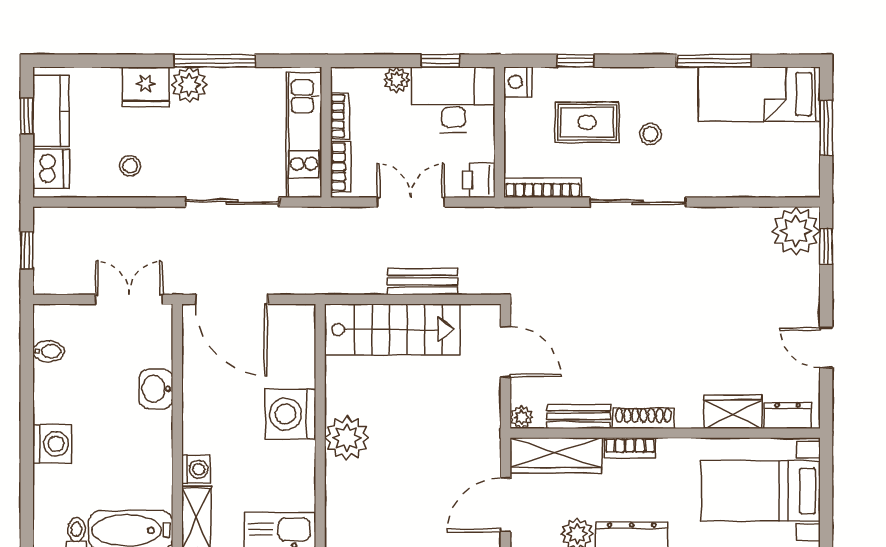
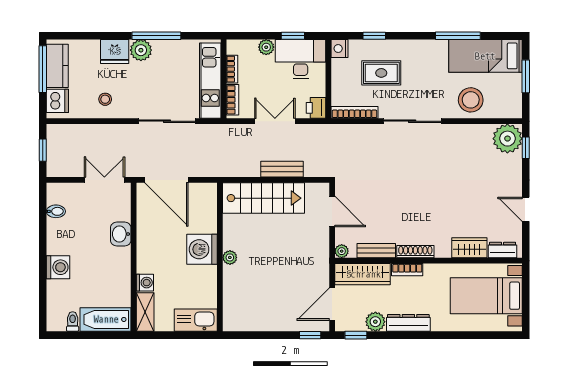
window: (27, 116) -> (43, 69), width x2.17
stool: (651, 134) -> (471, 100), moved, width x1.89, depth x1.89
plant: (347, 438) -> (230, 257), width x0.53, depth x0.53

